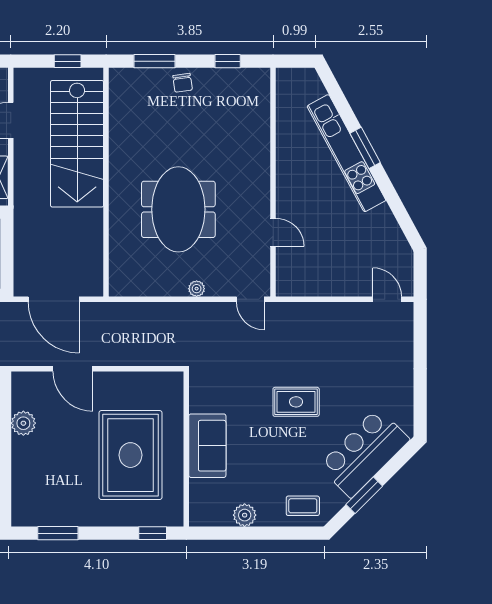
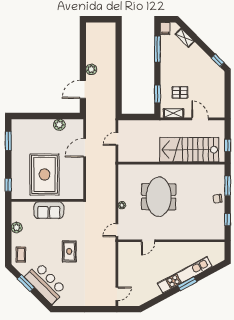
meeting table: (178, 209) -> (159, 197), turned 90
door: (54, 299) -> (117, 139), width x0.53
rug: (130, 455) -> (44, 174), turned 90

